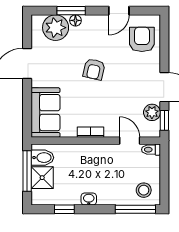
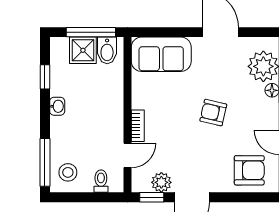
bookcase: (90, 132) -> (138, 126), moved
toilet: (151, 150) -> (101, 181), moved

